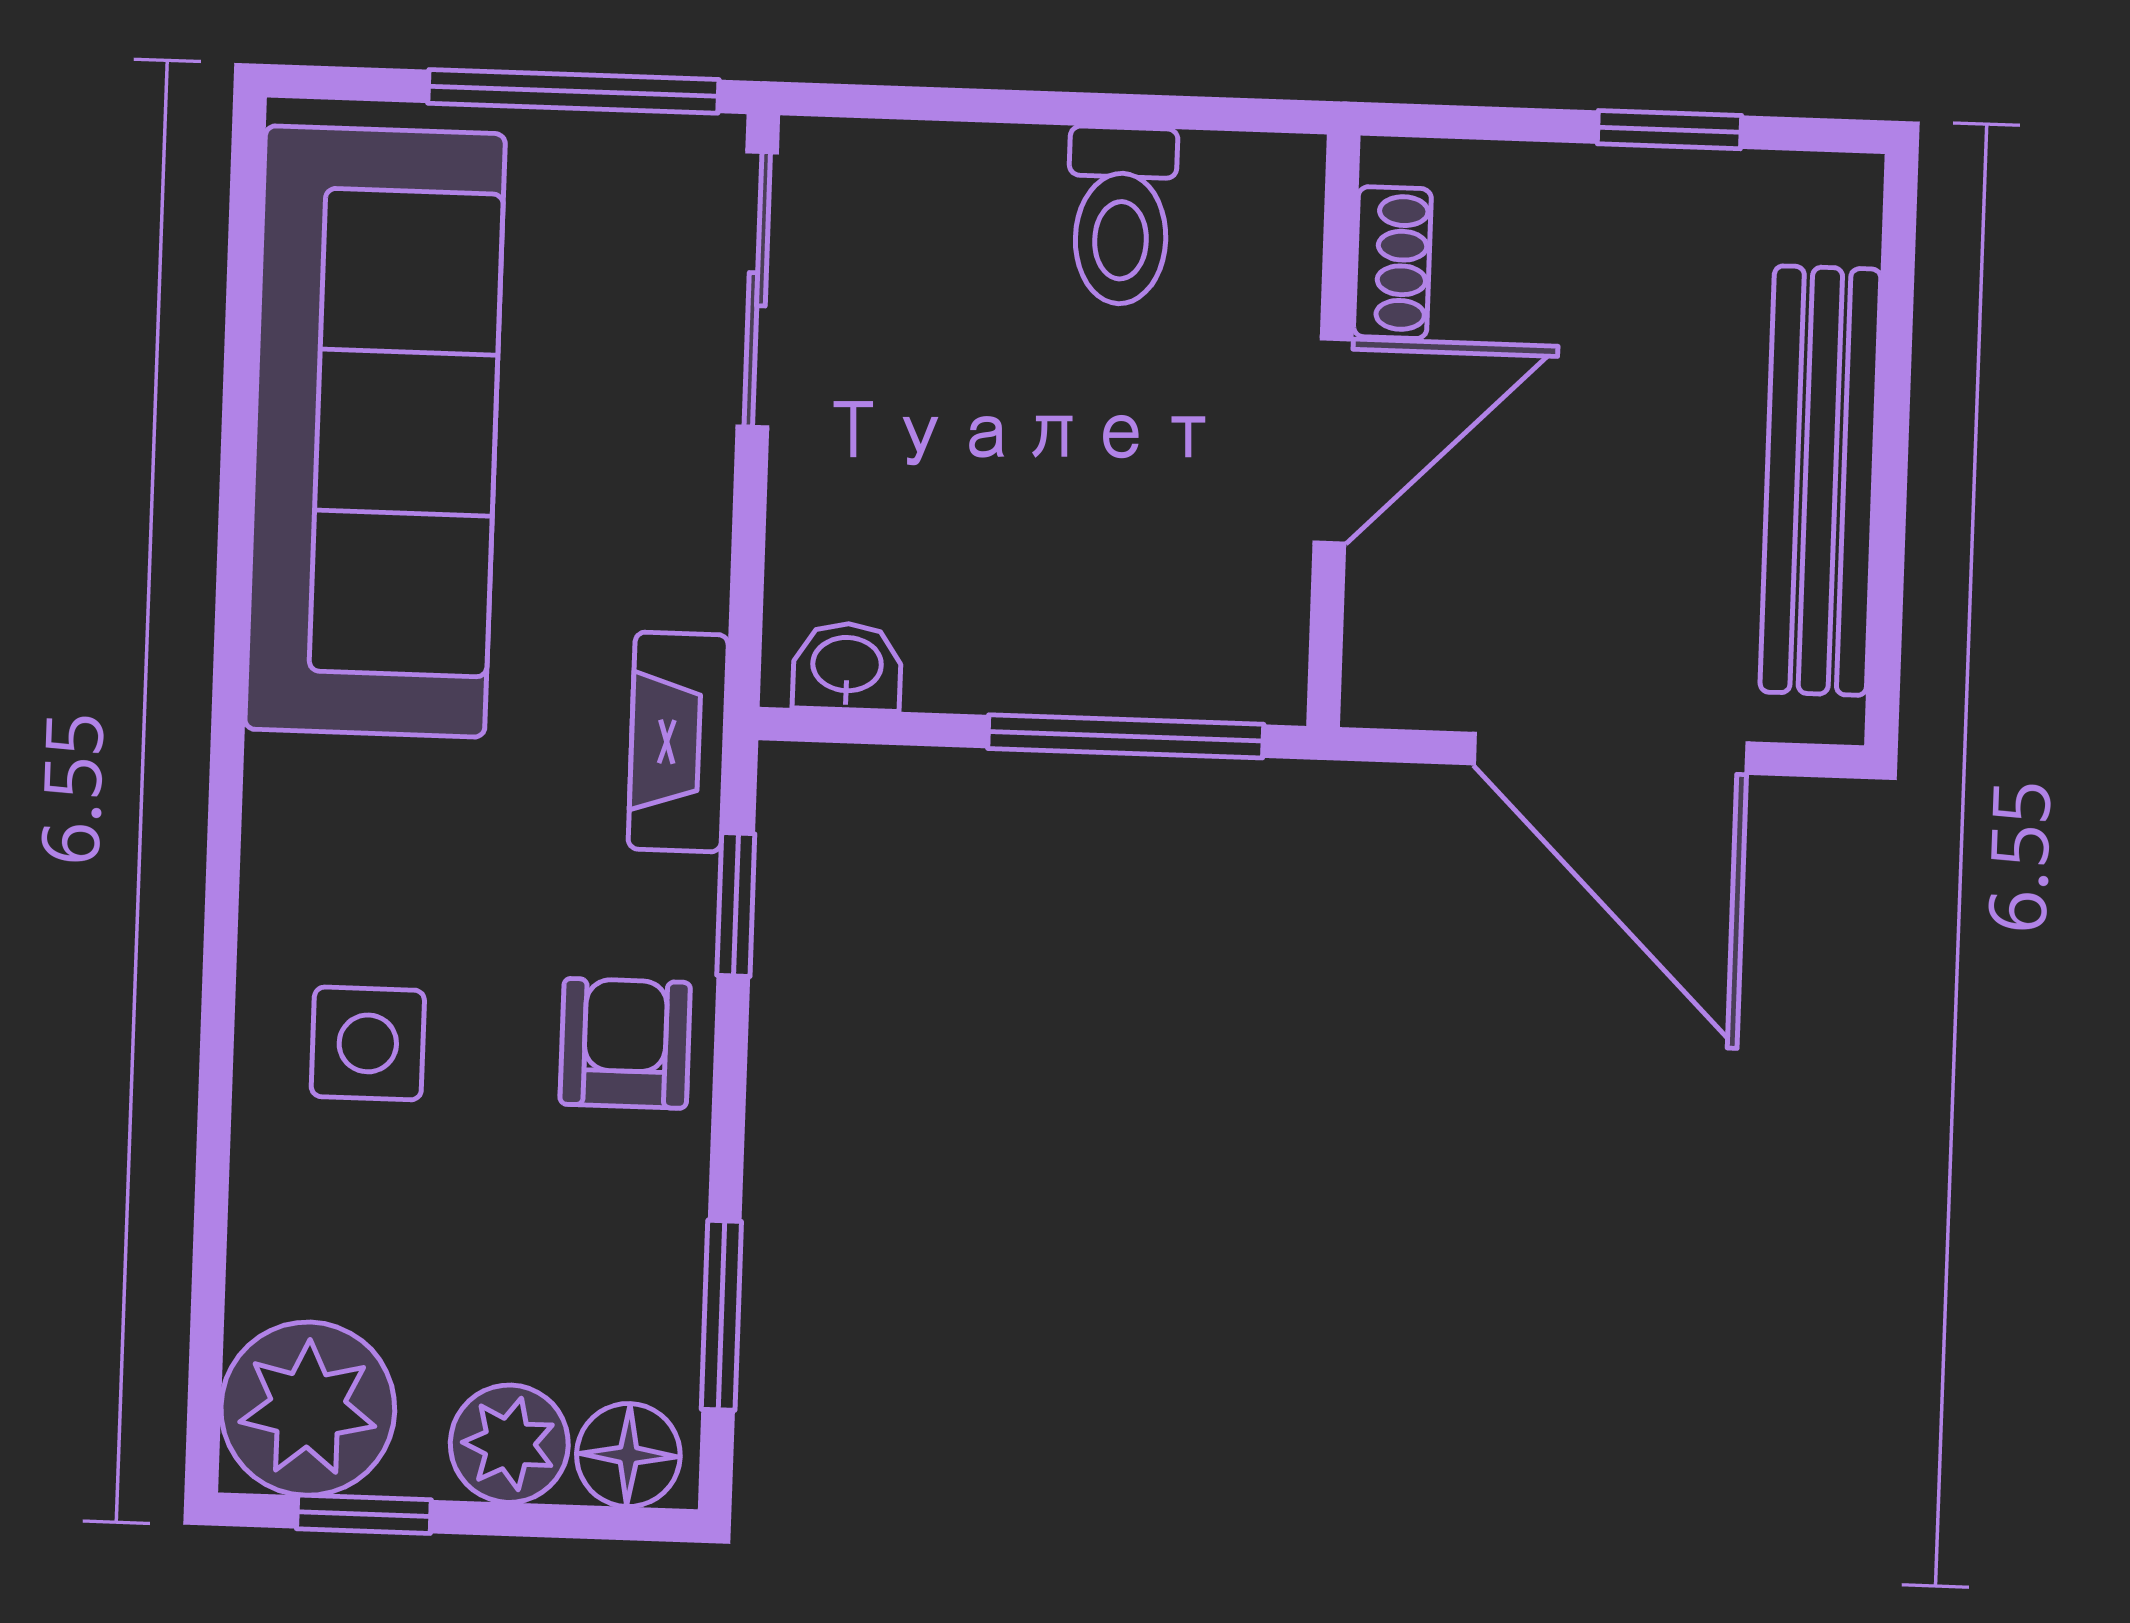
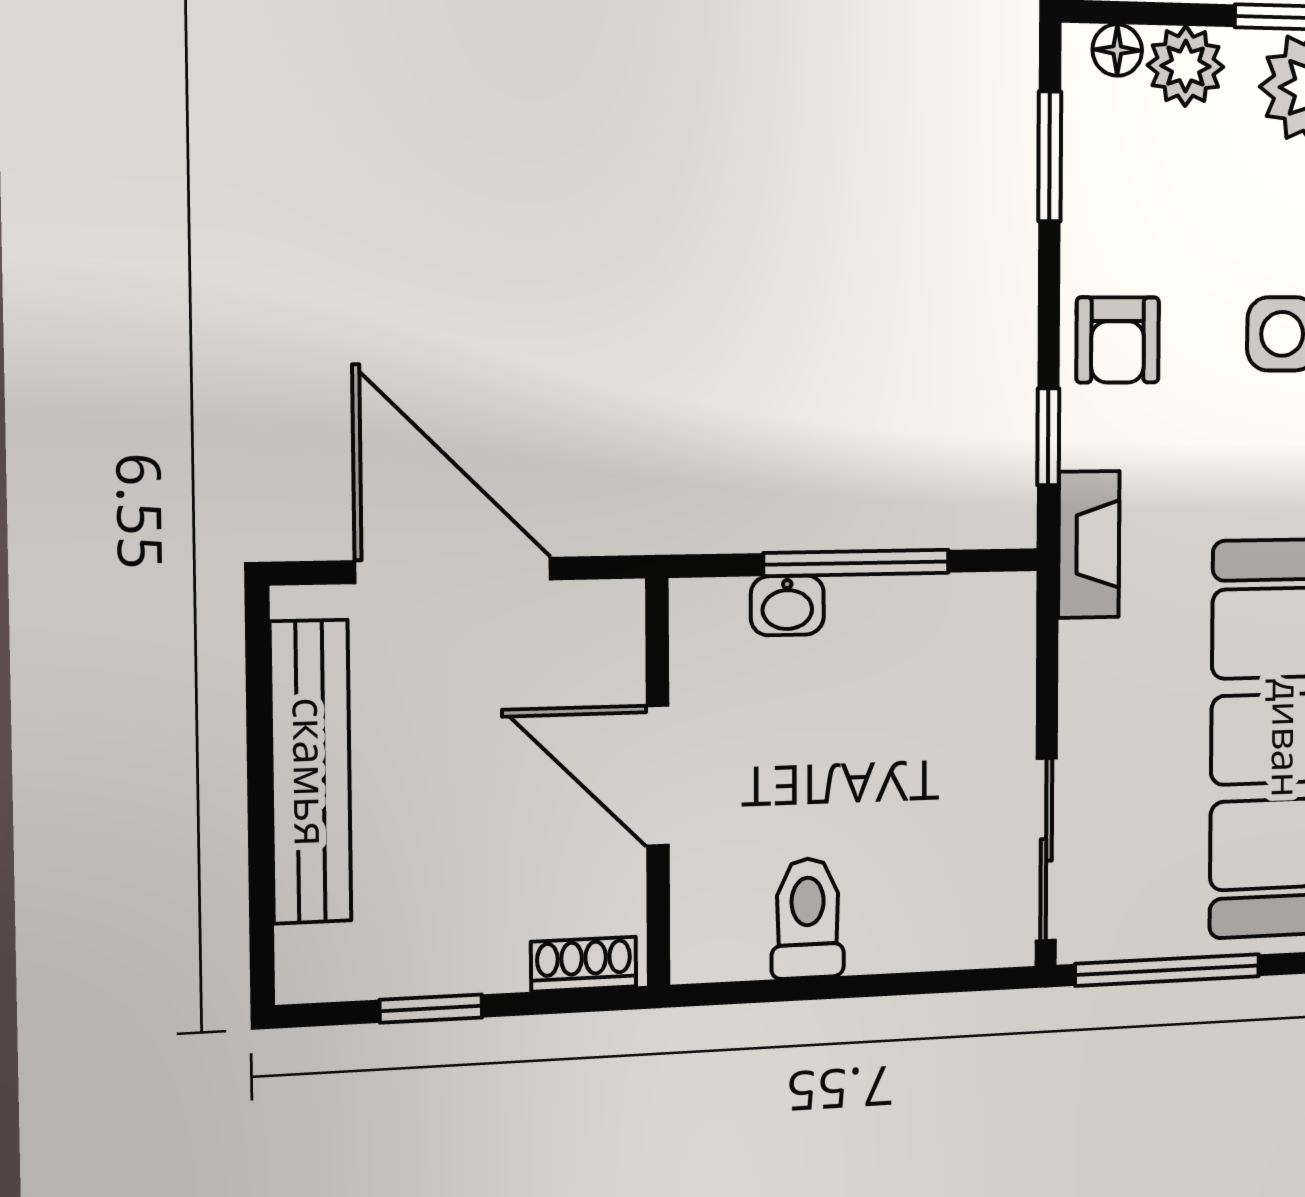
shoe rack: (1392, 263) -> (584, 964), moved, turned 90
door: (1333, 441) -> (658, 776), hinge flipped
washbasin: (847, 667) -> (787, 605), moved
window: (1126, 736) -> (856, 563), moved
floor lamp: (628, 1455) -> (1117, 50), width x0.73, depth x0.73

